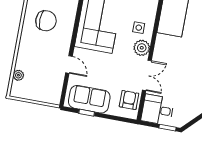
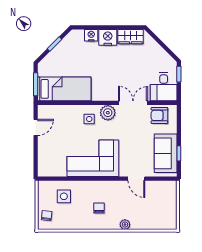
chair: (46, 21) -> (99, 208), width x0.54, depth x0.54
door: (69, 65) -> (136, 179), swing flipped
plant: (18, 75) -> (125, 225), moved

